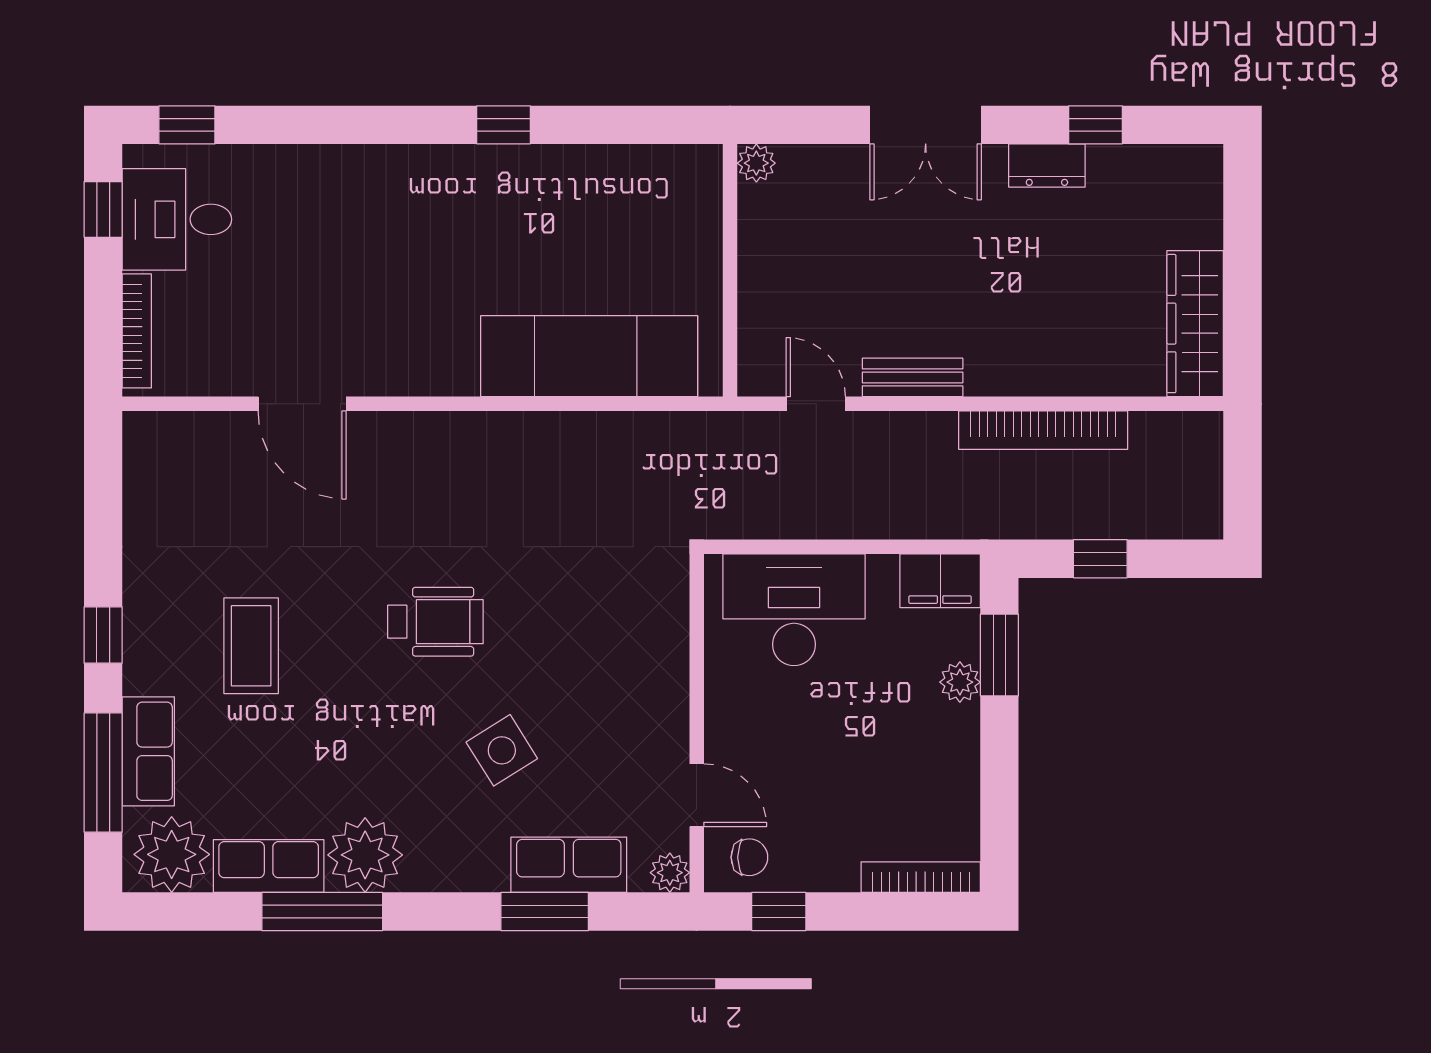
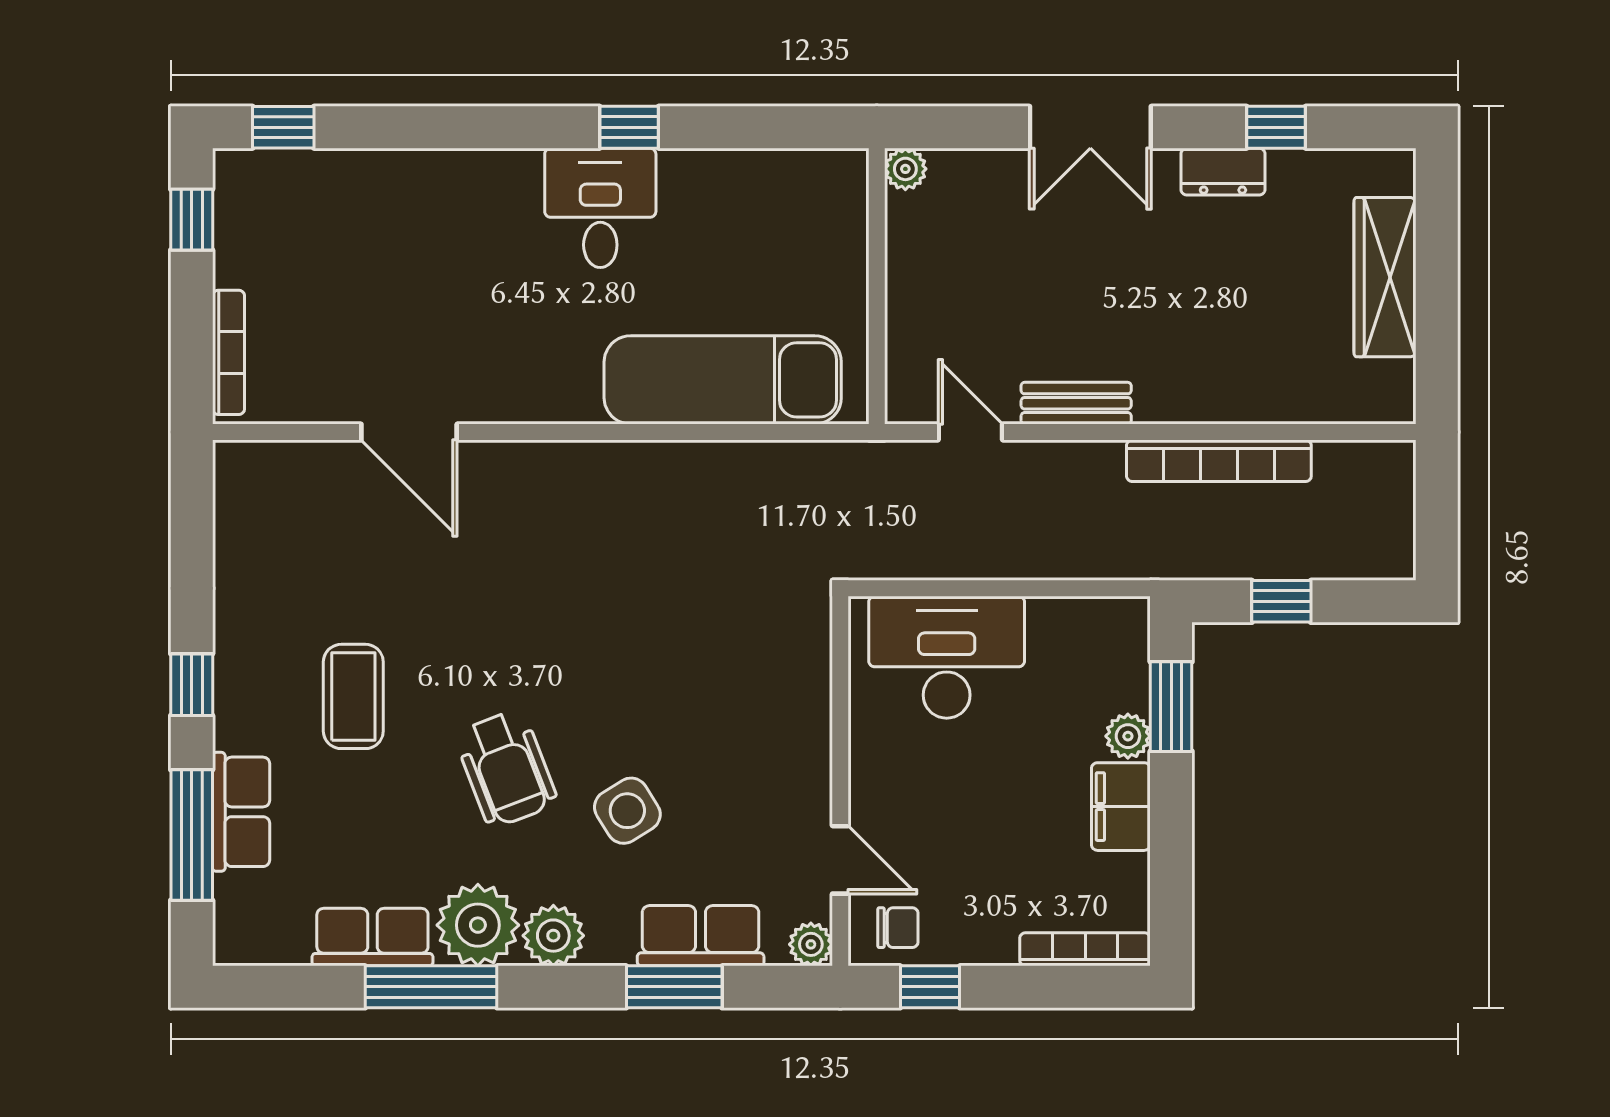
desk: (177, 219) -> (600, 208), moved, turned 90
wardrobe: (1195, 324) -> (1385, 277), moved
filing cabinet: (940, 581) -> (1121, 807), moved, turned 90
wheelchair: (435, 622) -> (506, 769), moved, turned 69
plant: (172, 854) -> (553, 936), moved, width x0.73, depth x0.73

